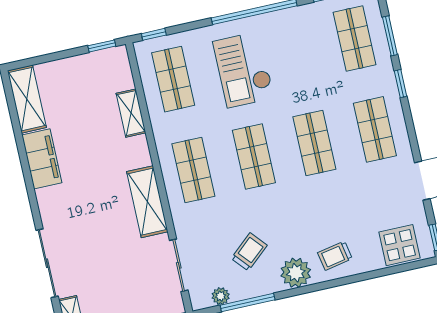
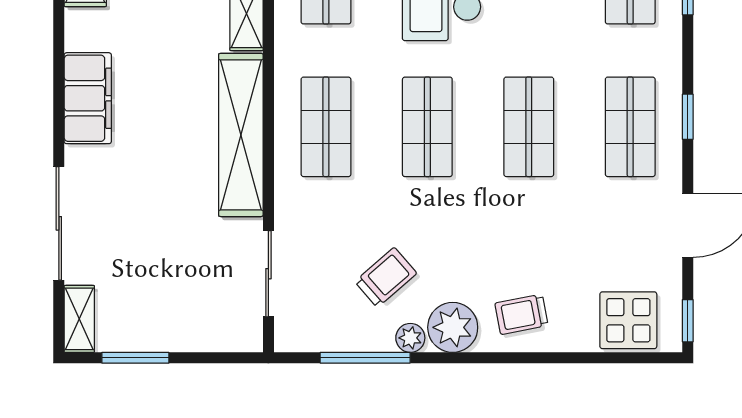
window: (401, 84) -> (688, 117), moved
filing cabinet: (42, 159) -> (88, 98), moved
shelving: (147, 202) -> (241, 135), width x1.47
plant: (221, 296) -> (410, 338), moved

